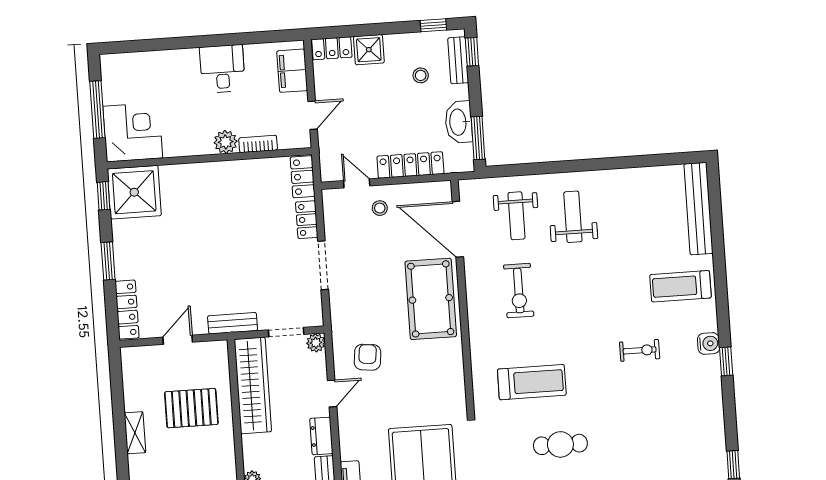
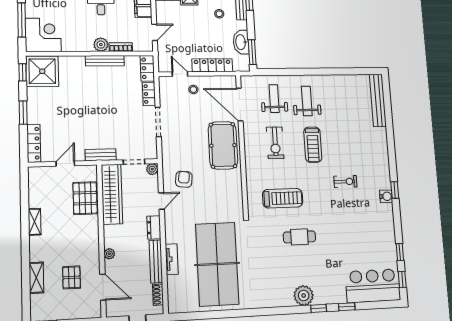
bench: (233, 169) -> (105, 61), added
weight bench: (516, 216) -> (274, 99), turned 180
treadmill: (681, 286) -> (313, 145), moved, turned -90
water cooler: (709, 343) -> (386, 196), moved
pallet: (191, 408) -> (85, 198), moved, turned 90

